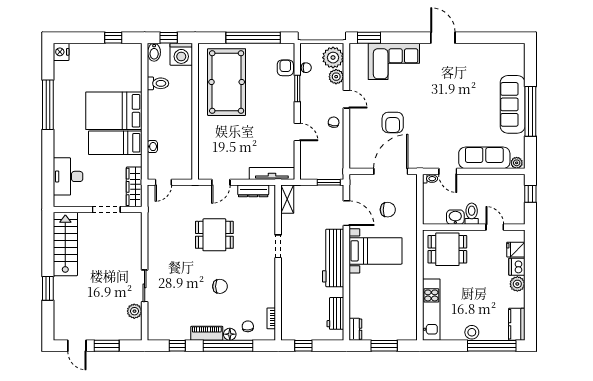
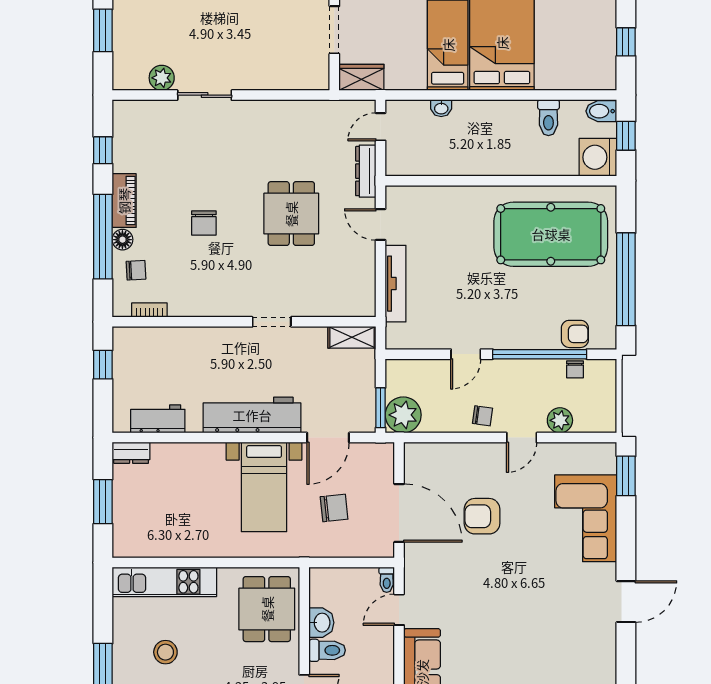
plant: (333, 58) -> (403, 415), moved
window: (297, 89) -> (540, 354), width x2.11
tv unit: (272, 173) -> (396, 284), moved
door: (163, 182) -> (381, 127), hinge flipped
wardrobe: (134, 187) -> (361, 77), width x0.67
dresser: (253, 191) -> (366, 171), moved
chair: (388, 210) -> (334, 508), turned -96
stool: (472, 332) -> (165, 652), moved

